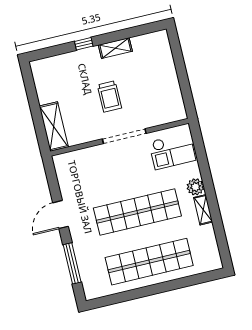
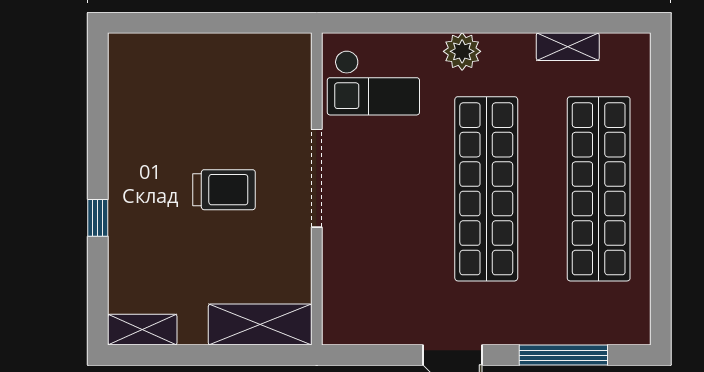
shelving: (115, 48) -> (142, 330), moved, turned 90
checkout: (172, 151) -> (373, 83), turned 90
shelving: (203, 210) -> (568, 47), moved

